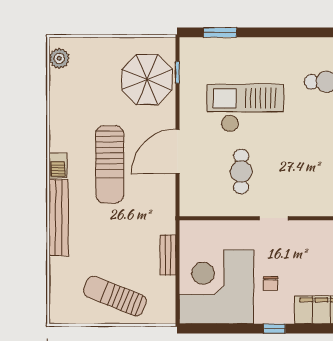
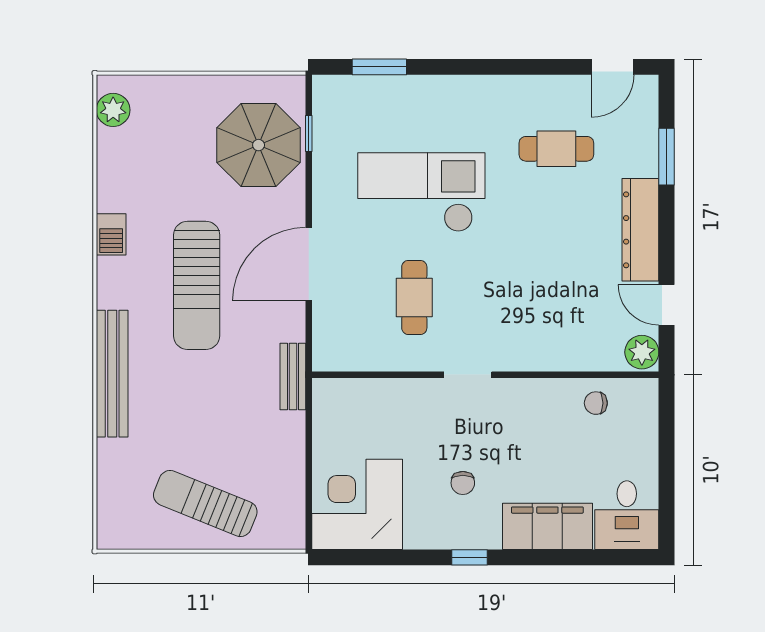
barbecue: (58, 165) -> (111, 234), moved
bench: (168, 255) -> (293, 376), moved
corner desk: (216, 287) -> (357, 504), width x0.74, depth x0.74

